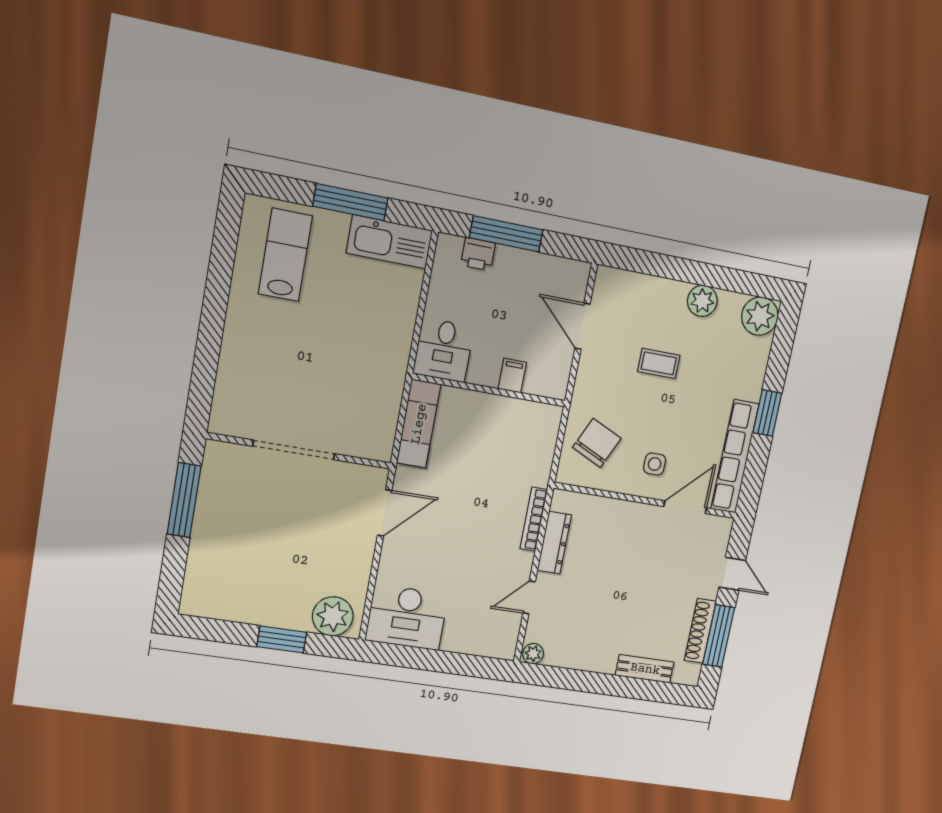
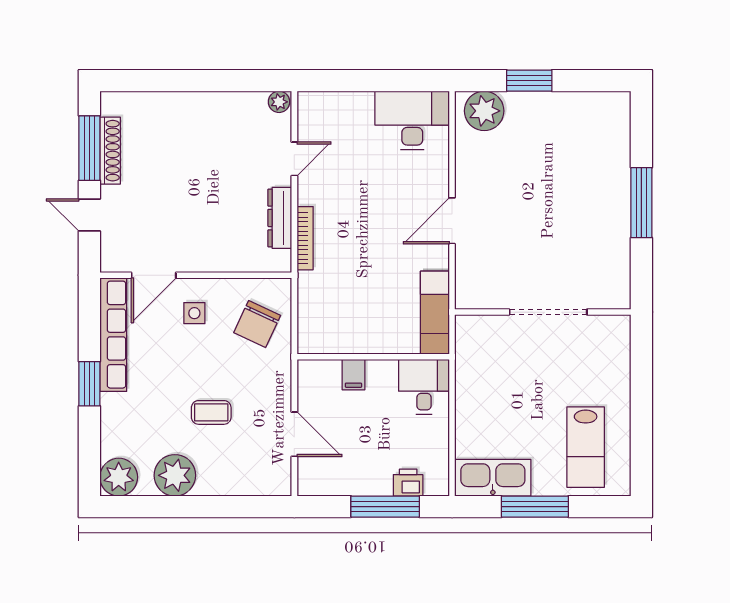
plant: (702, 301) -> (175, 475), width x1.36, depth x1.36
doorway: (294, 450) -> (548, 312), moved
wall: (299, 451) -> (543, 312), moved
bench: (645, 669) -> (160, 102), removed

